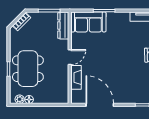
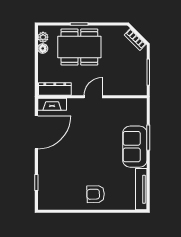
sofa: (88, 22) -> (135, 147), moved
dresser: (63, 26) -> (55, 89), moved
door: (70, 57) -> (93, 97), swing flipped
fireplace: (76, 77) -> (52, 104), moved

